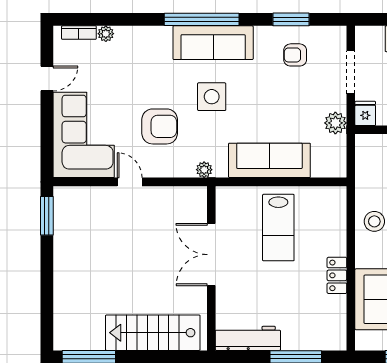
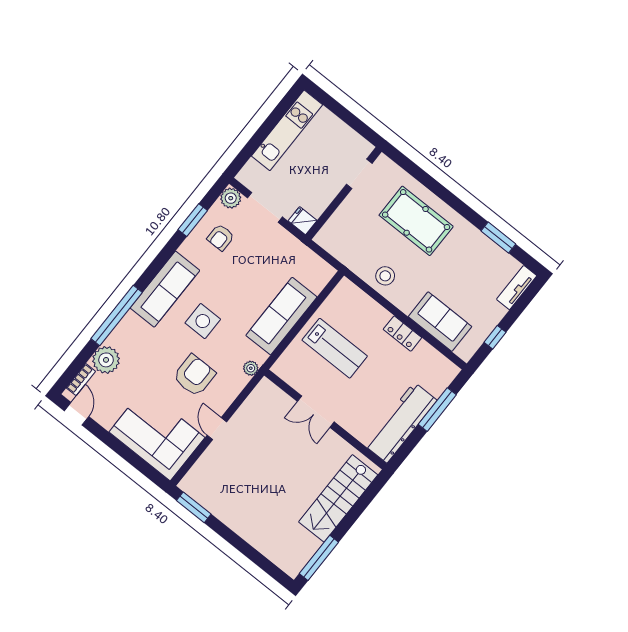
window: (202, 19) -> (117, 315), moved
plant: (106, 34) -> (106, 360), width x1.88, depth x1.88
door: (47, 78) -> (77, 414), moved
plant: (335, 123) -> (231, 198), moved
door: (130, 182) -> (217, 429), hinge flipped
double door: (211, 255) -> (316, 412), width x0.73
workbench: (248, 338) -> (401, 423), width x1.36, depth x1.32

